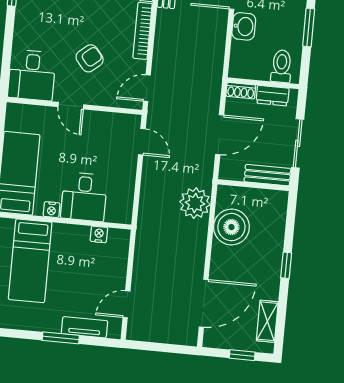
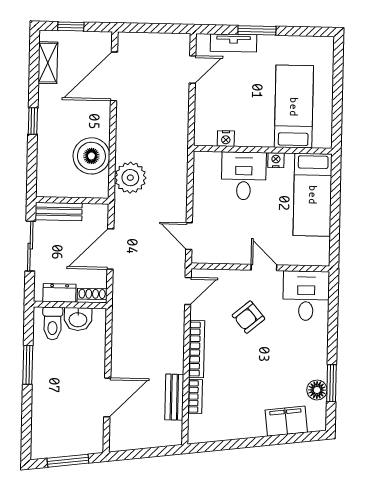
washbasin: (244, 26) -> (78, 319), moved, turned -90

